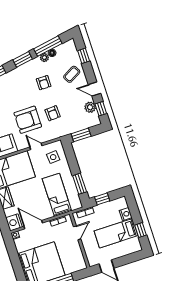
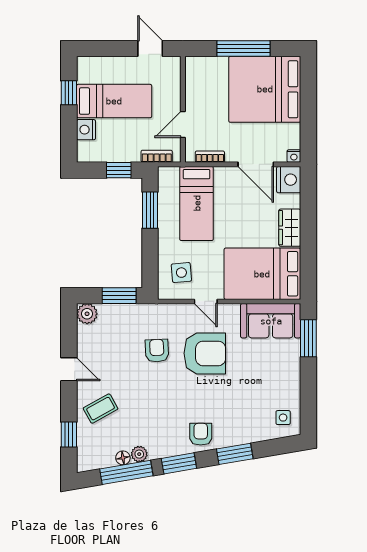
armchair: (44, 83) -> (201, 434), moved
plant: (90, 107) -> (87, 314), moved
window: (101, 109) -> (69, 331), removed

